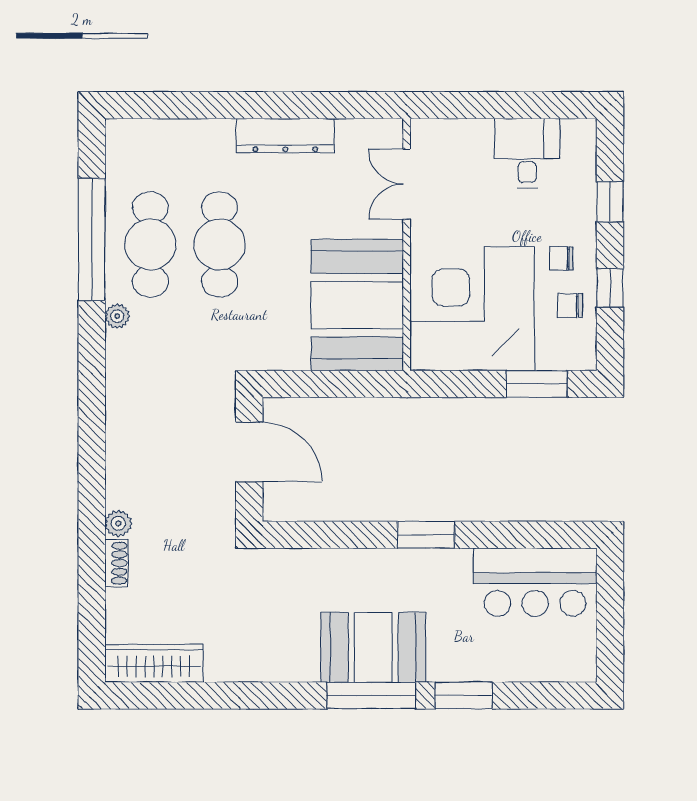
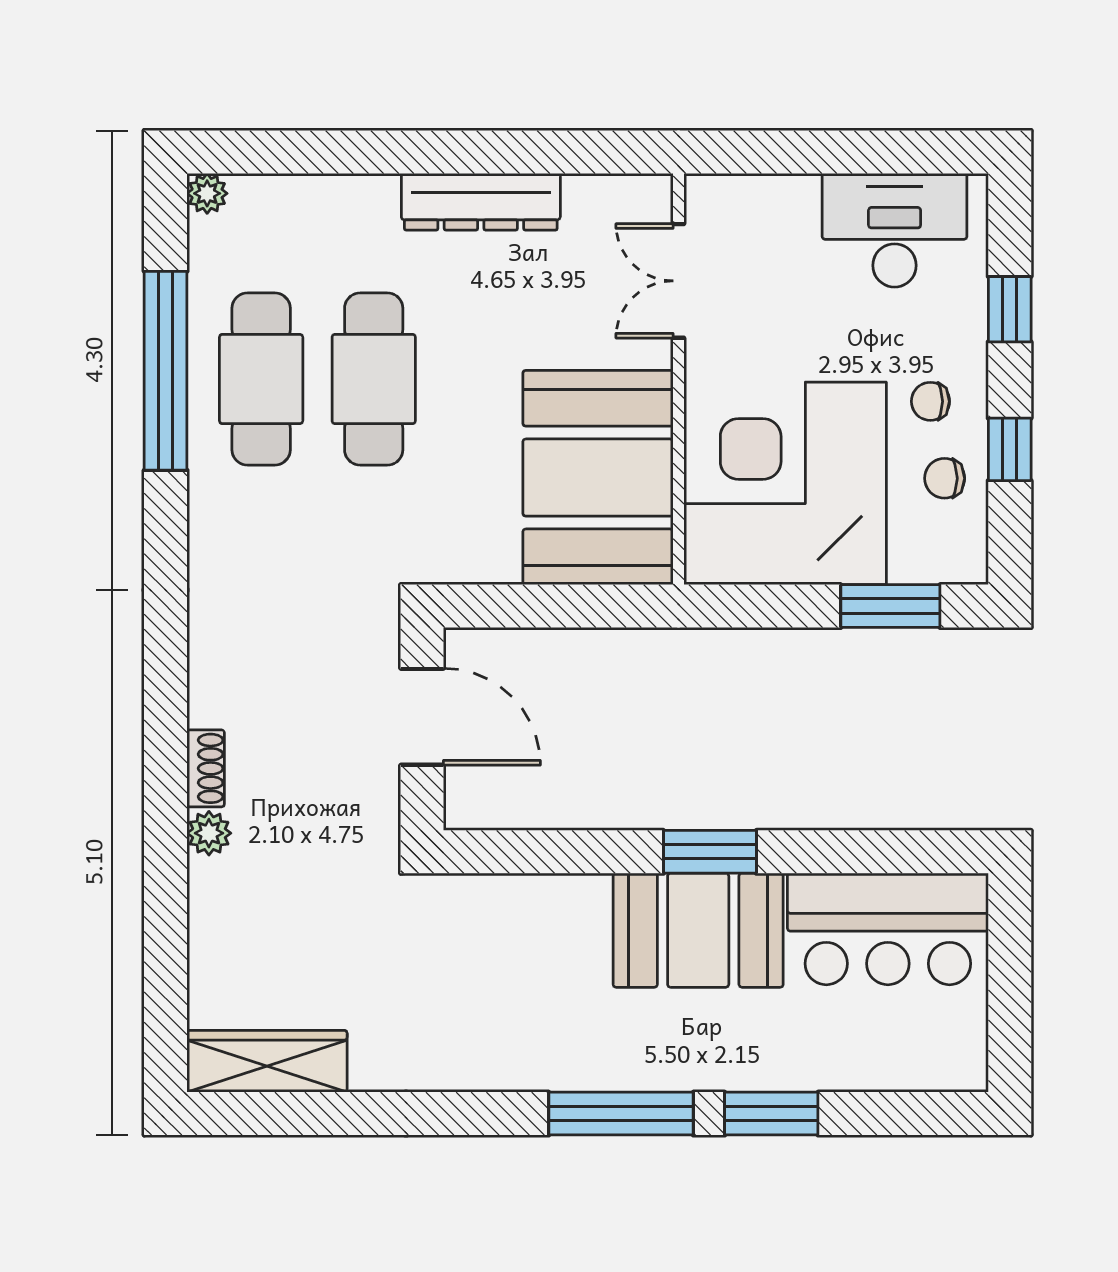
desk: (527, 153) -> (895, 230), width x1.37
plant: (117, 316) -> (207, 193), moved
shoe rack: (116, 563) -> (206, 768), moved
booth: (373, 647) -> (698, 930), moved

